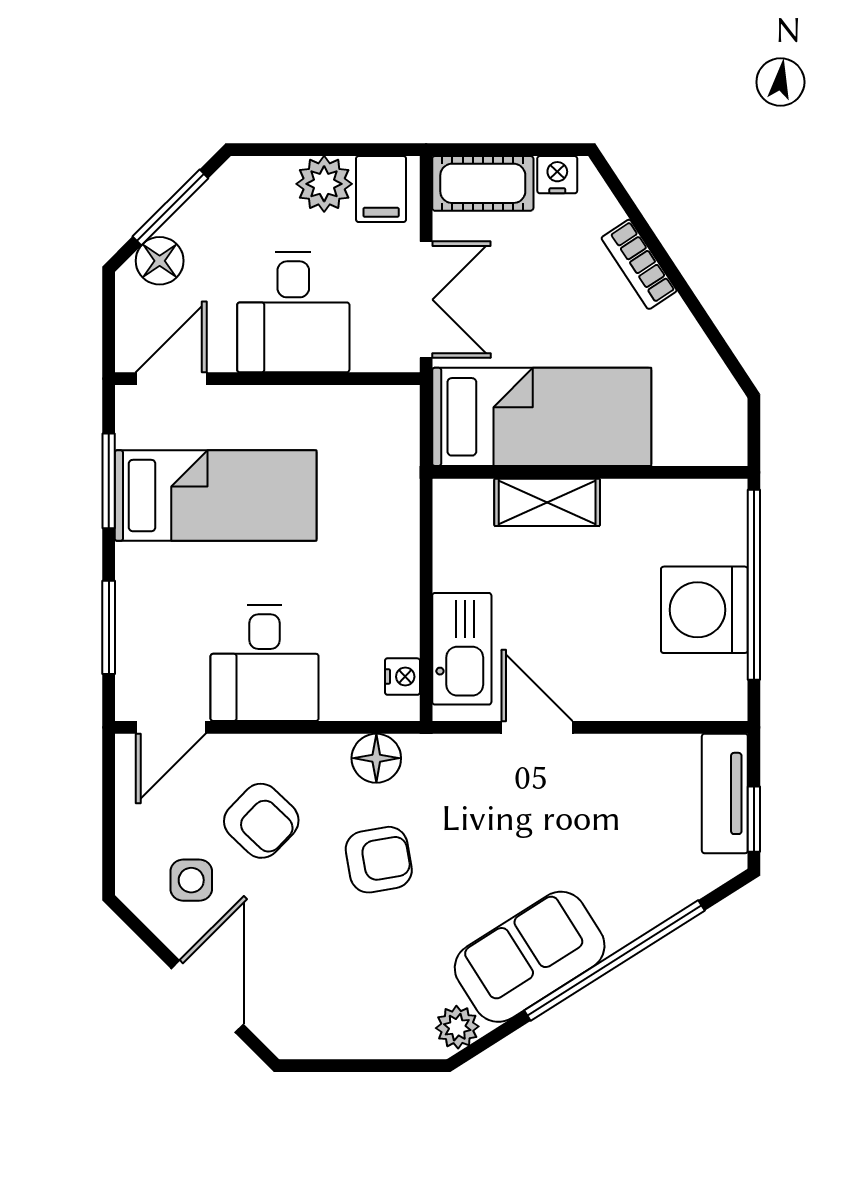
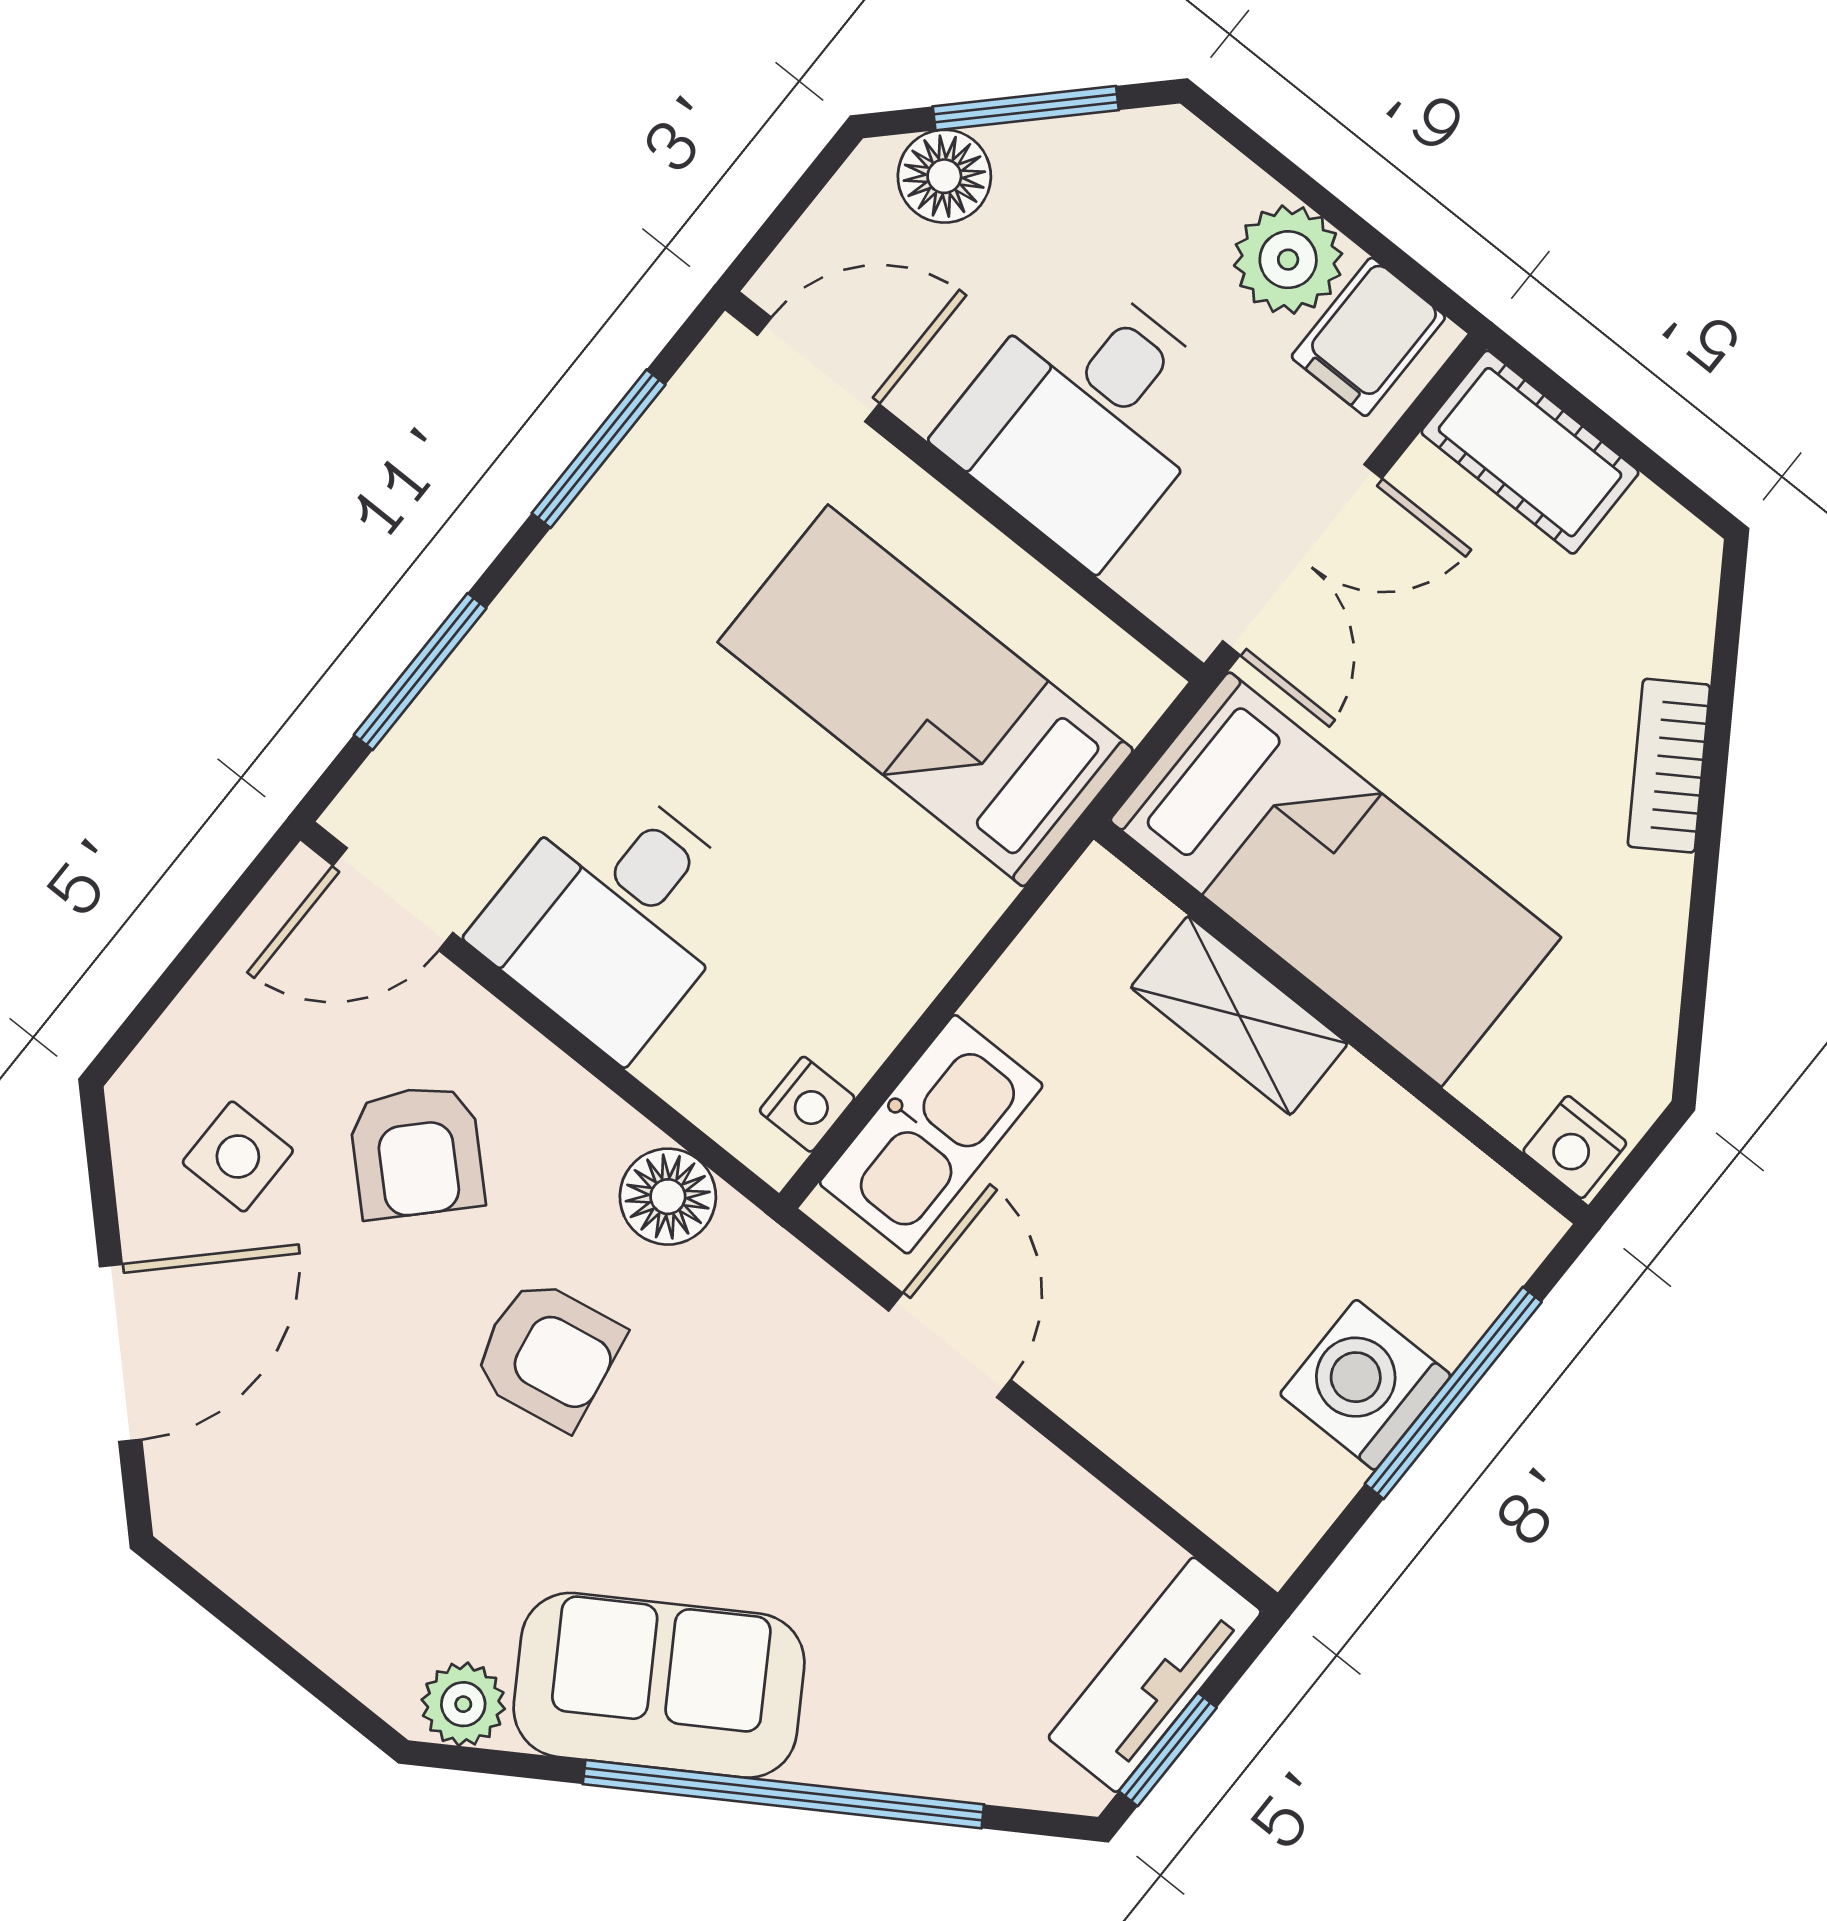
nightstand: (557, 175) -> (1575, 1147), moved, turned 180
bed: (216, 496) -> (926, 696), moved, turned 180
window: (754, 585) -> (1453, 1393), width x0.68
washing machine: (704, 610) -> (1365, 1385), width x0.73, depth x0.73

